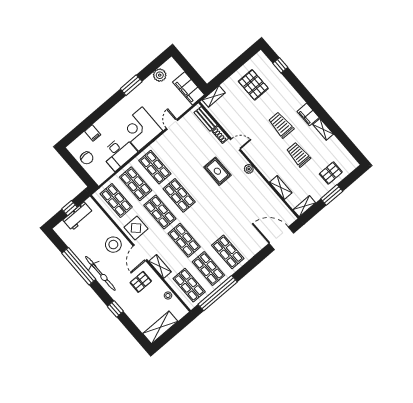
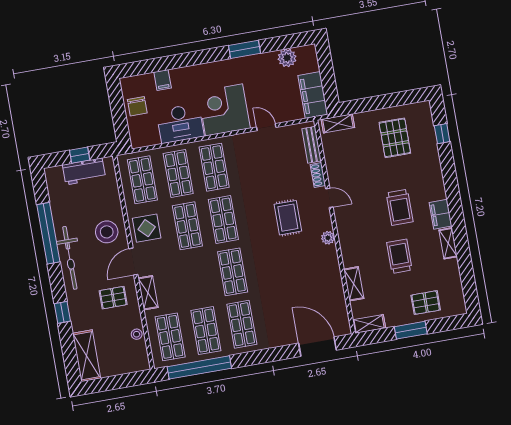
door: (172, 124) -> (266, 127), hinge flipped
trolley: (281, 125) -> (400, 207), turned 180
shop shelf: (184, 240) -> (233, 272), moved
shelving: (160, 327) -> (87, 356), moved, turned 90

